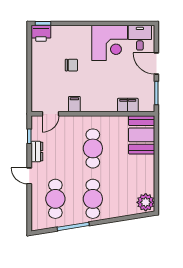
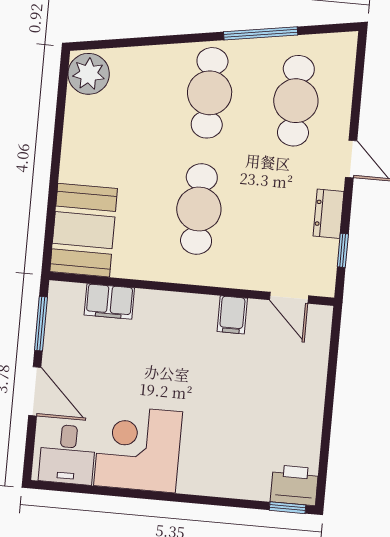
chair: (71, 65) -> (231, 406), removed
door: (51, 114) -> (289, 298), swing flipped

